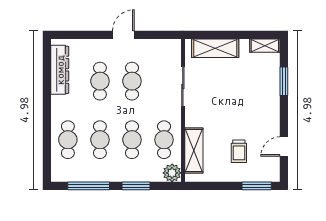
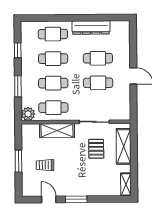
dresser: (60, 70) -> (91, 28), moved
window: (284, 81) -> (76, 199), moved
pallet: (218, 84) -> (96, 149), added
shelving: (194, 150) -> (57, 131), moved
window: (89, 186) -> (18, 50), width x0.46
window: (257, 186) -> (18, 161), moved

